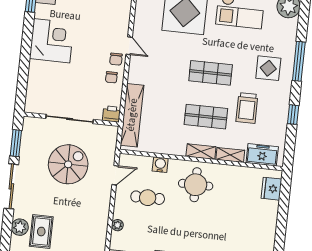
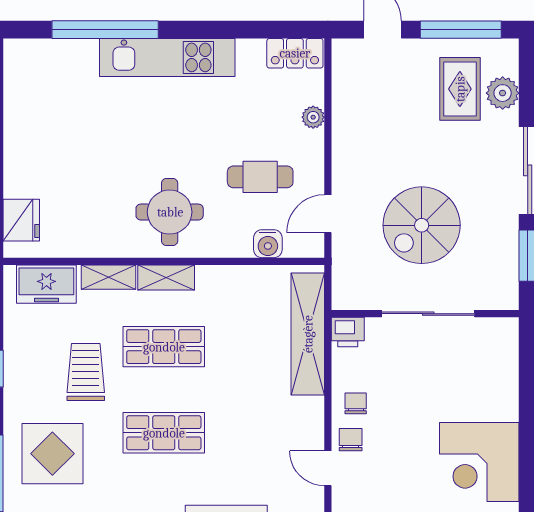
display table: (268, 68) -> (52, 454), width x1.36, depth x1.36
water cooler: (160, 165) -> (268, 244), moved

